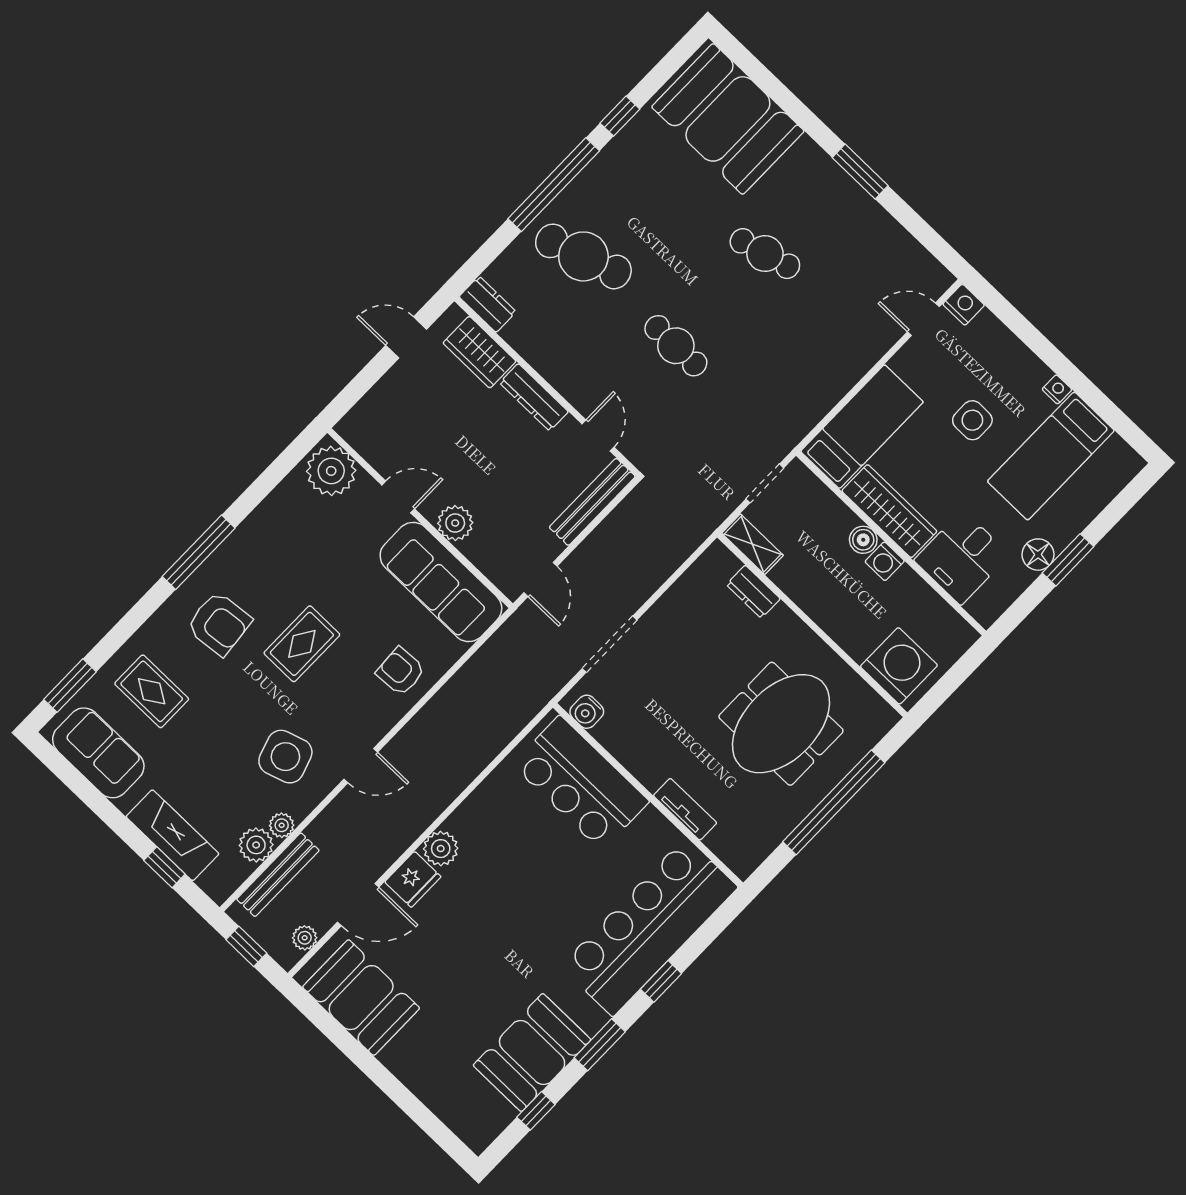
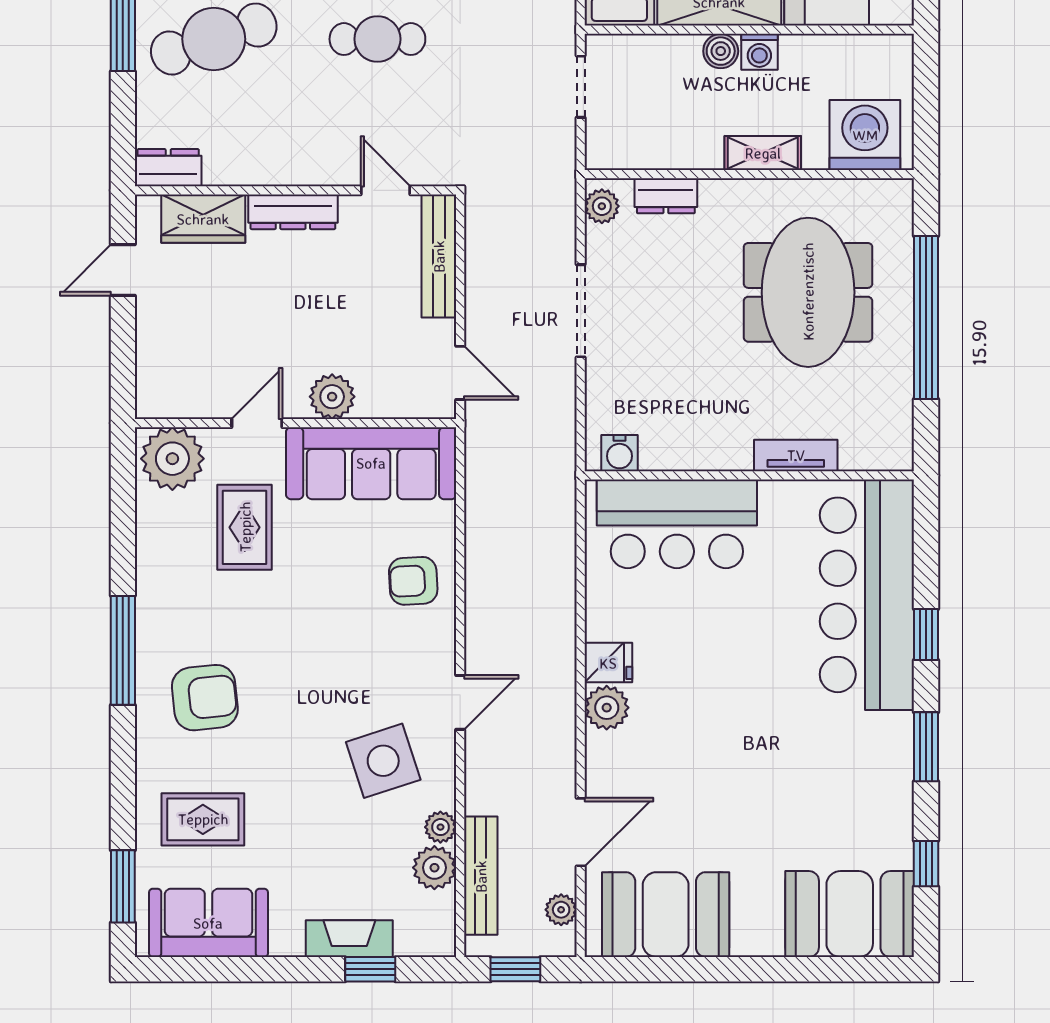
shelving: (753, 544) -> (763, 153), moved
plant: (711, 563) -> (602, 206), added
rug: (302, 644) -> (245, 527), moved
doorway: (610, 644) -> (581, 311), moved
fireplace: (173, 835) -> (349, 939), width x0.73, depth x0.76
fridge: (413, 879) -> (608, 663), moved, width x0.72
booth: (532, 1052) -> (850, 914), moved, turned 90

